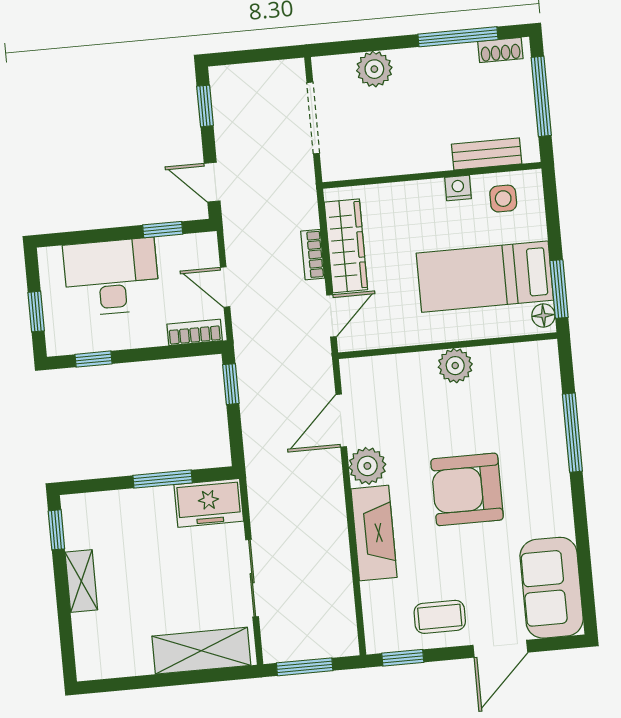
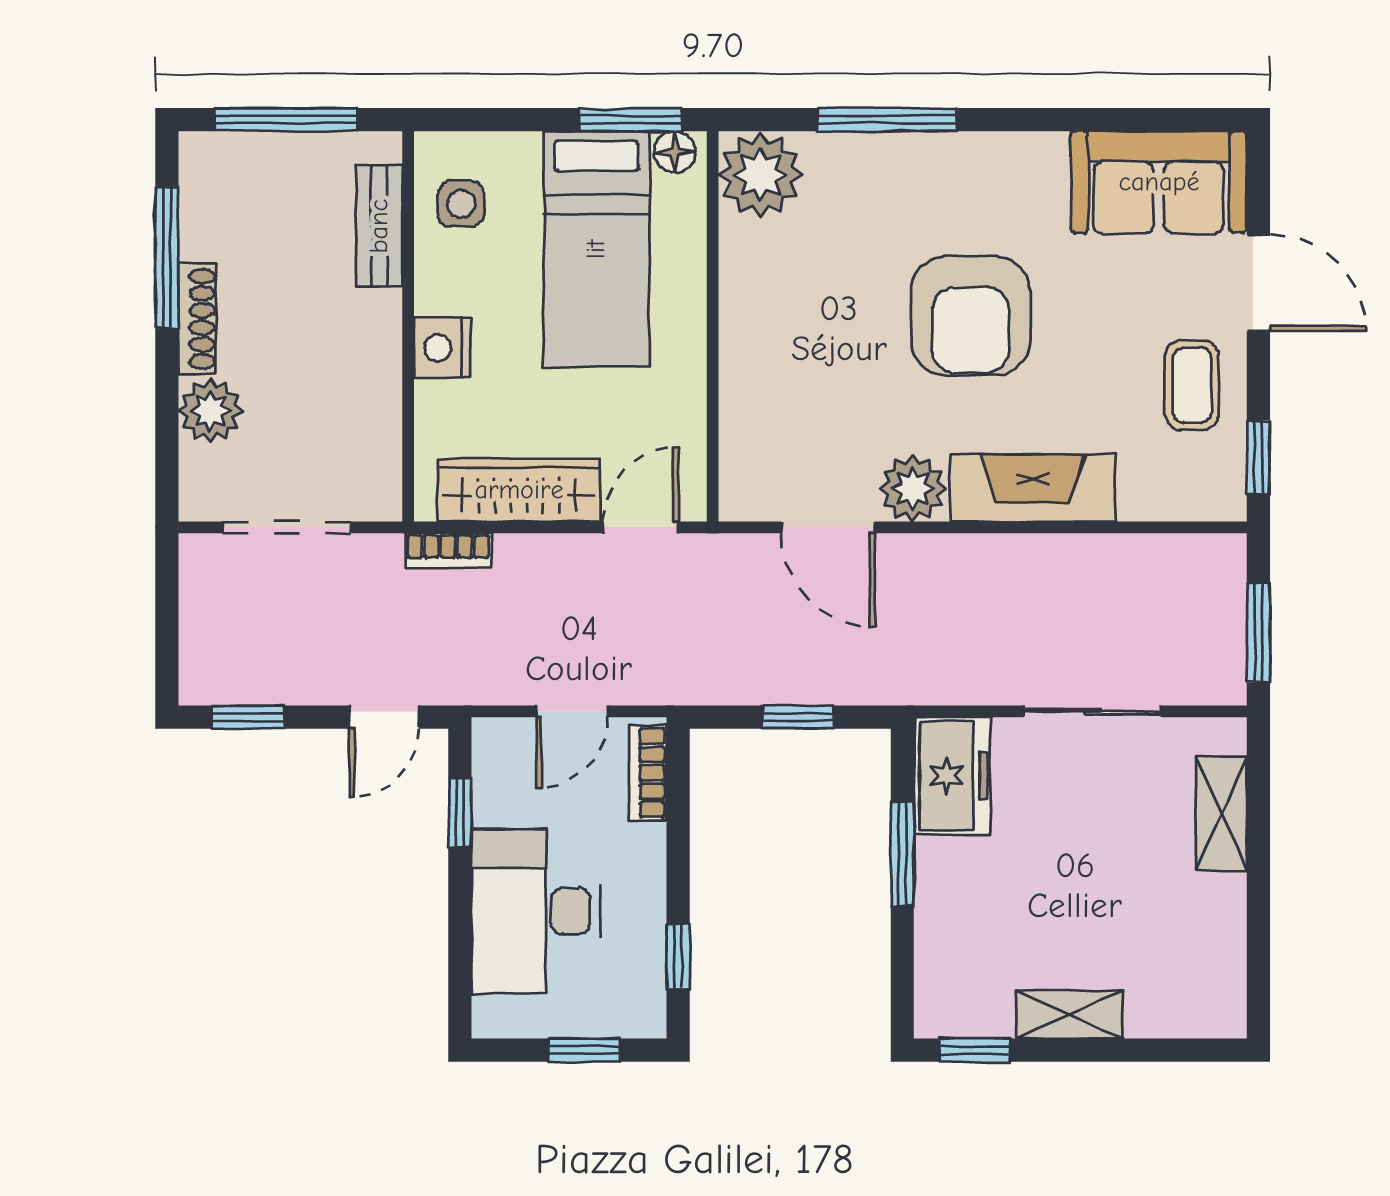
shoe rack: (500, 50) -> (197, 319), moved, width x1.43
nightstand: (458, 188) -> (442, 348), moved, width x1.39, depth x1.35
bookcase: (313, 255) -> (448, 551), moved
door: (331, 316) -> (641, 527), hinge flipped
plant: (455, 366) -> (760, 175), moved, width x1.36, depth x1.36
window: (231, 384) -> (798, 717), moved
shelving: (201, 651) -> (1221, 813), width x0.67, depth x0.75

